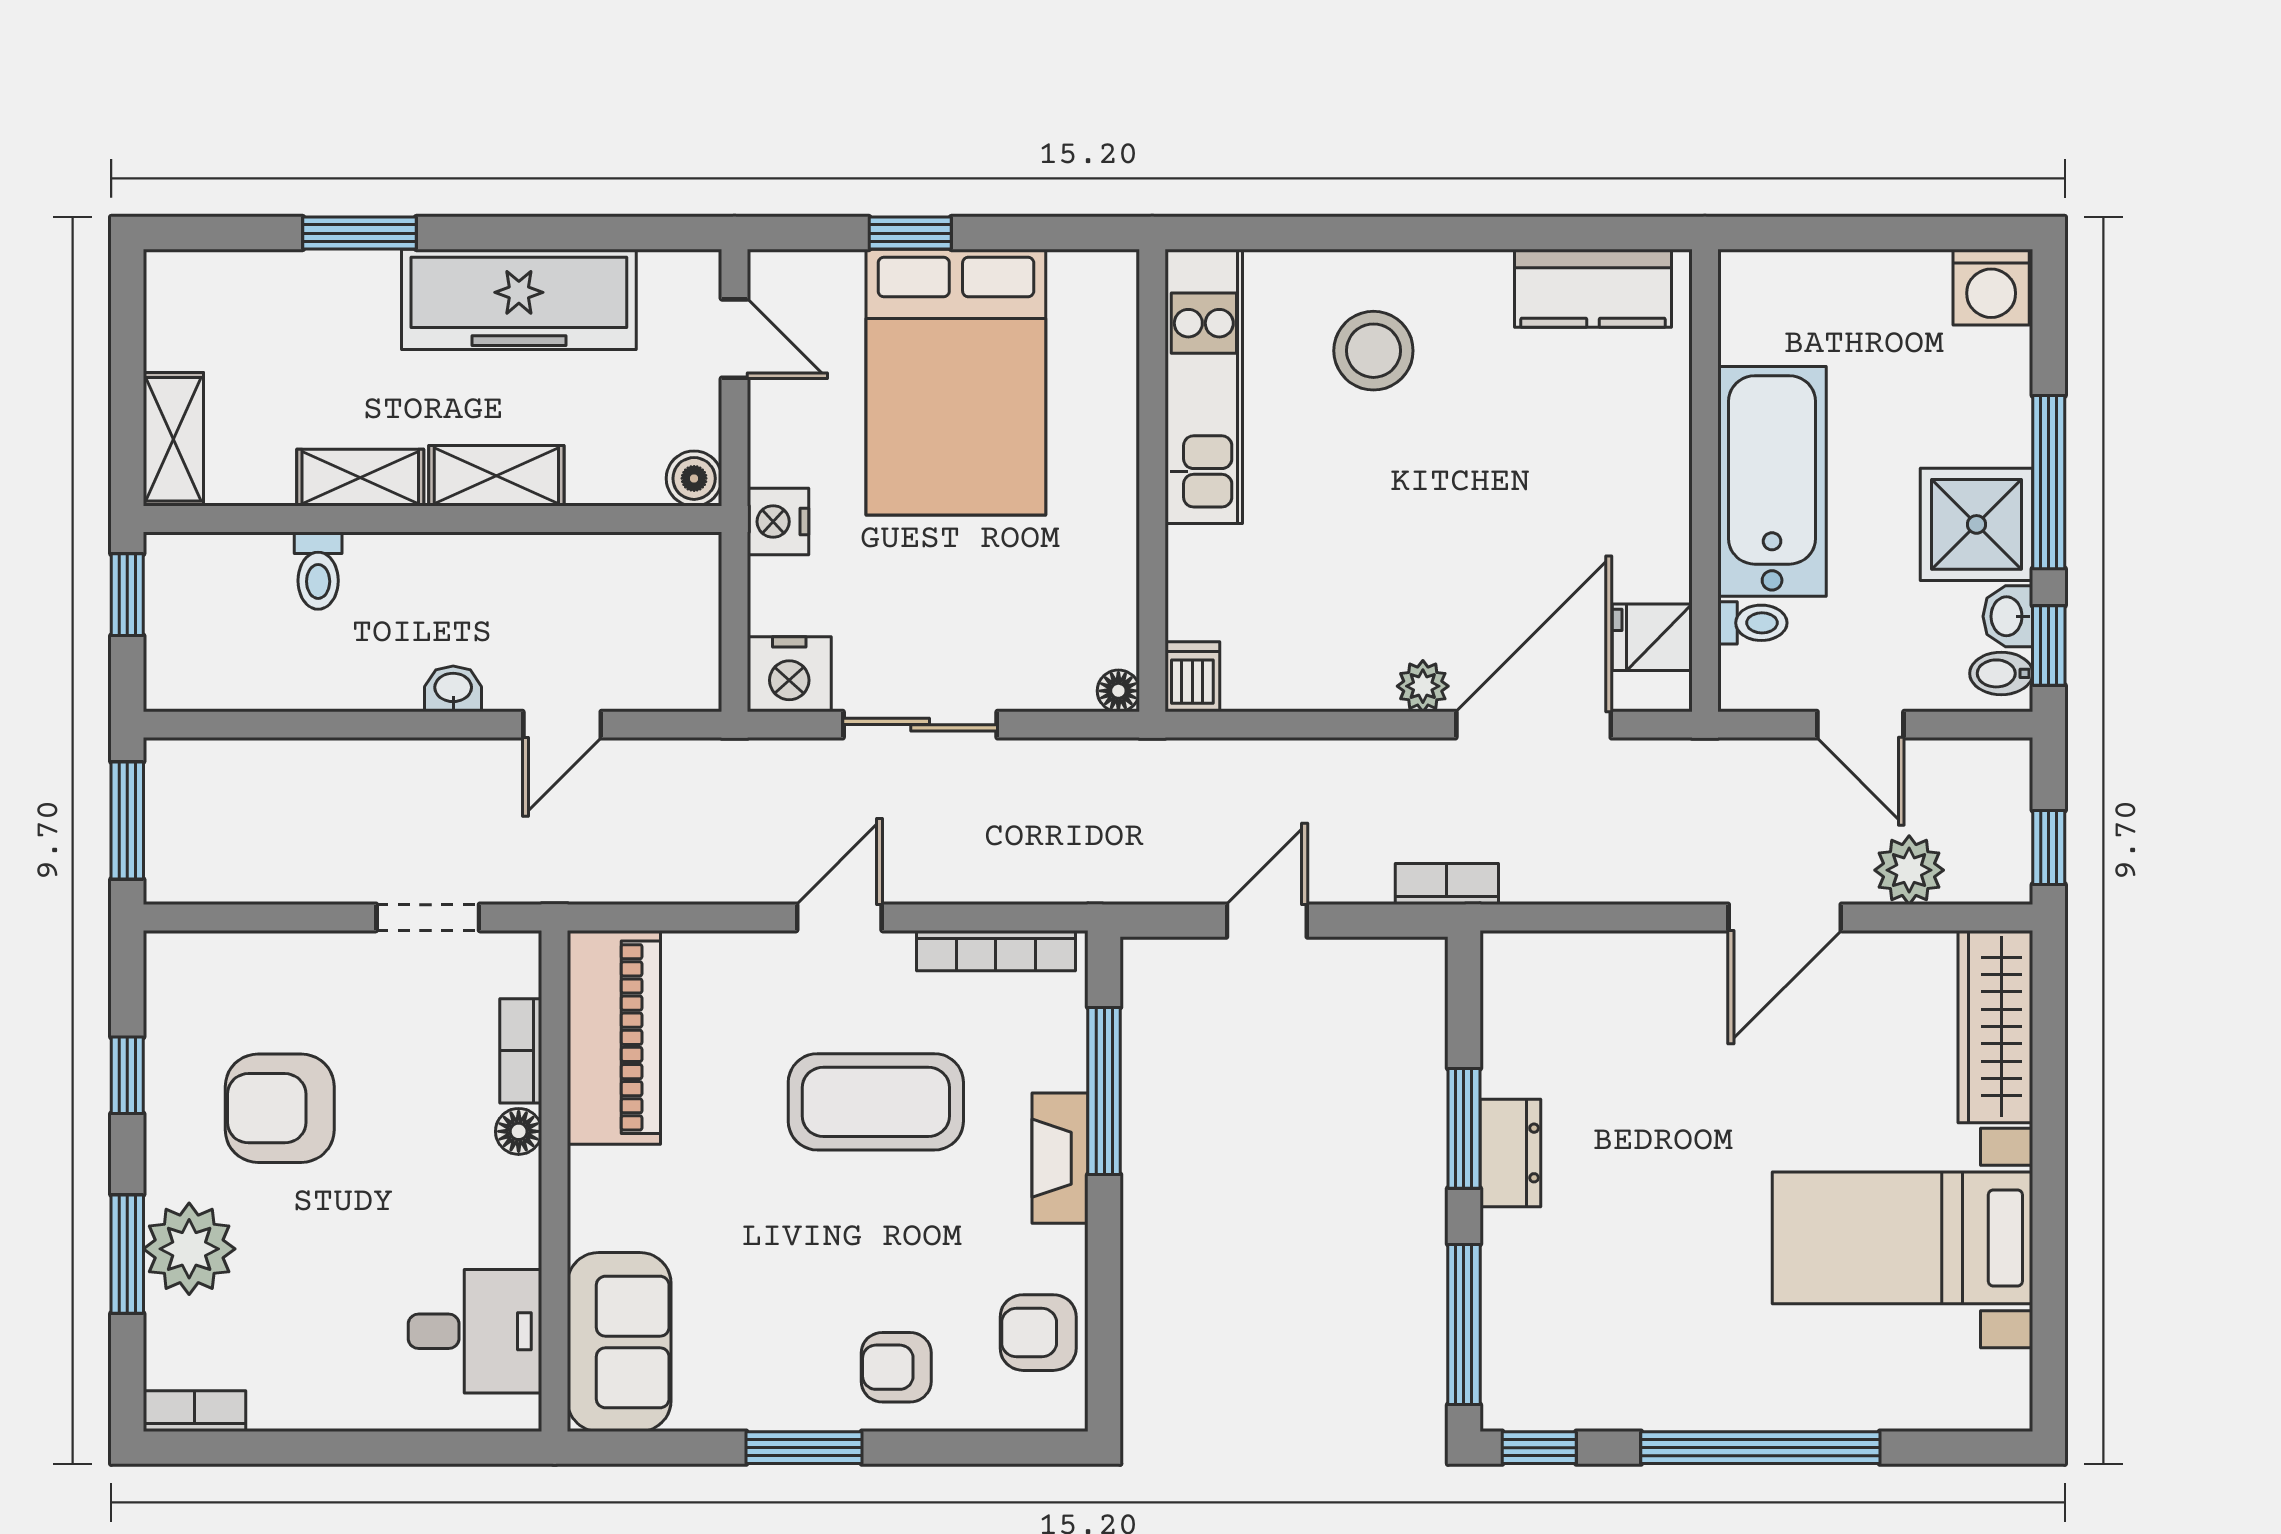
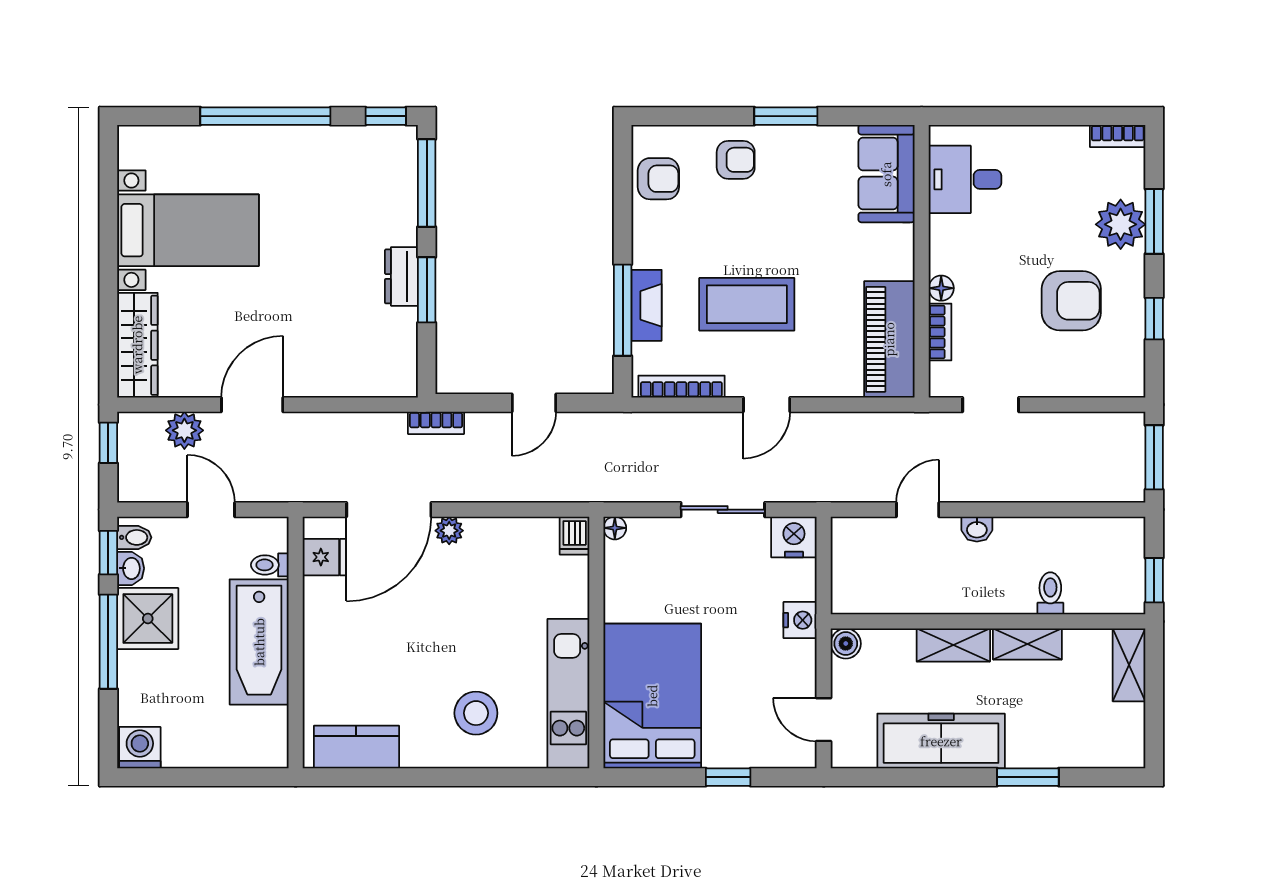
bed: (956, 382) -> (652, 696), moved
fireplace: (1060, 1158) -> (647, 305), moved

